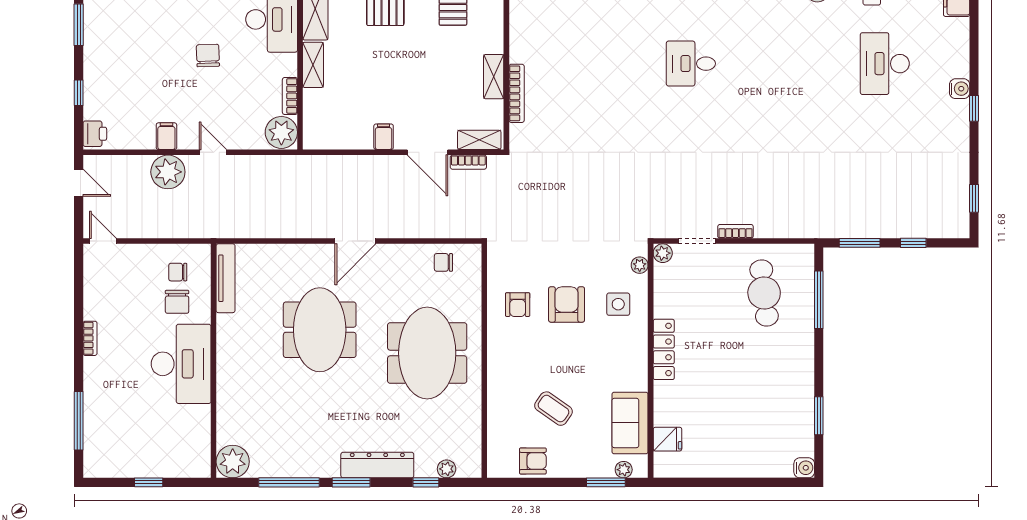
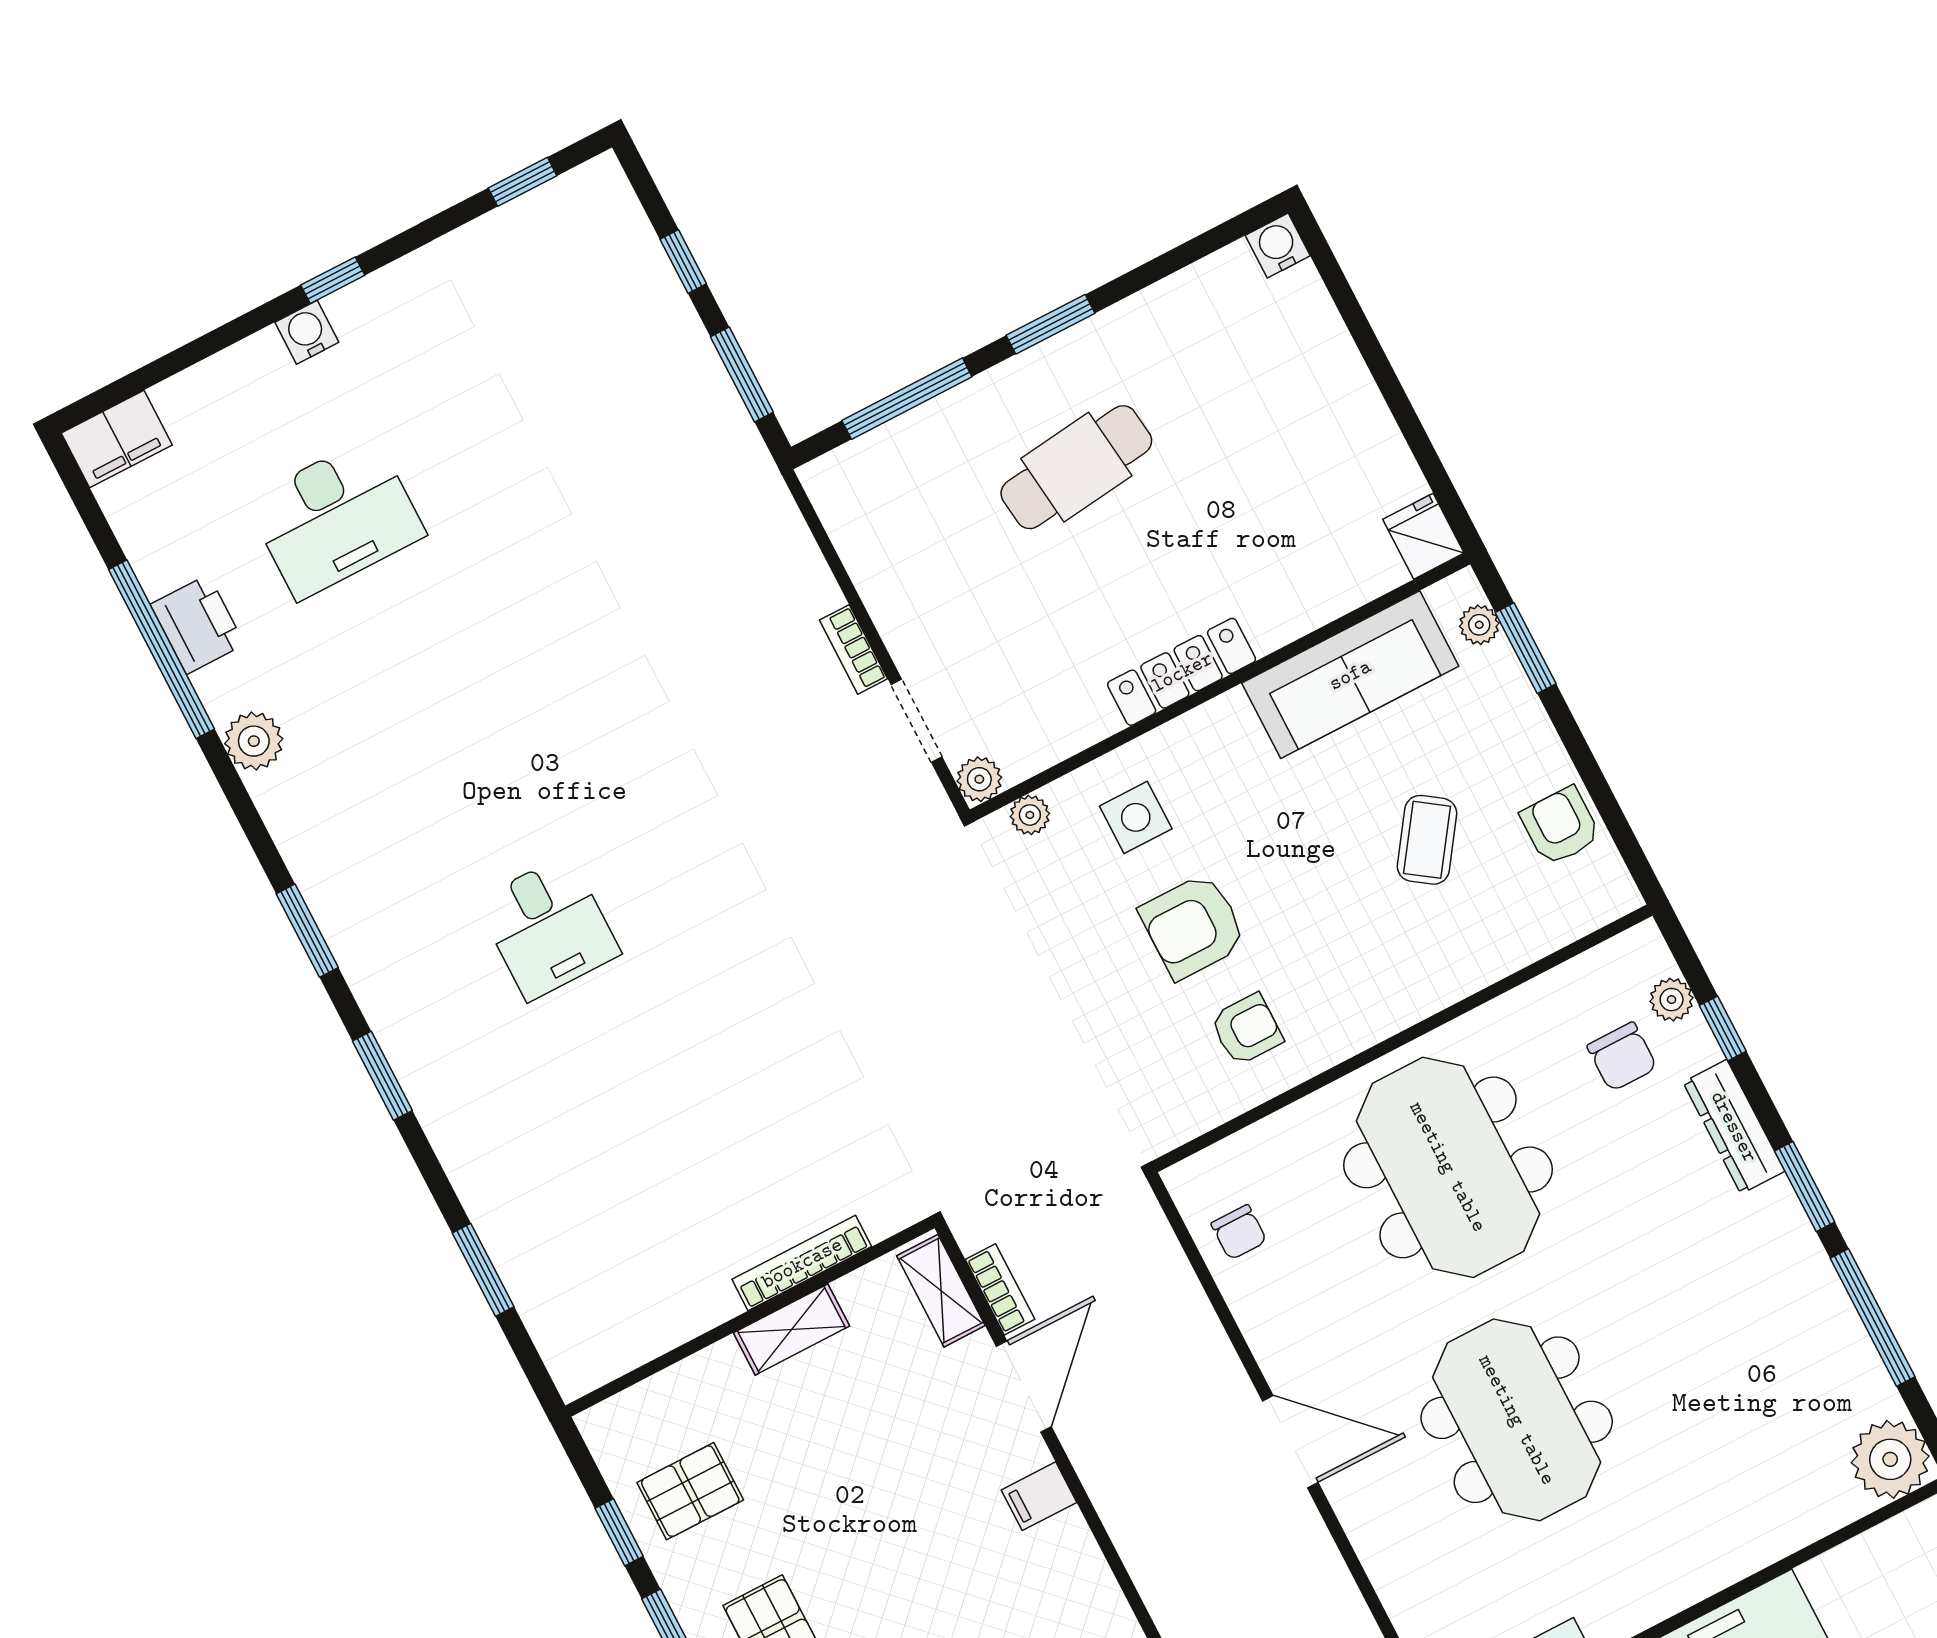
cafe table: (764, 293) -> (1076, 467), moved
meeting table: (320, 330) -> (1517, 1420), turned 90
meeting table: (427, 353) -> (1448, 1167), turned 90
window: (819, 416) -> (1051, 324), moved
sofa: (630, 423) -> (1350, 675), width x1.36
chair: (435, 439) -> (1622, 1057), added
fridge: (668, 439) -> (1423, 536), moved
dresser: (377, 465) -> (1734, 1127), width x0.73, depth x0.80

